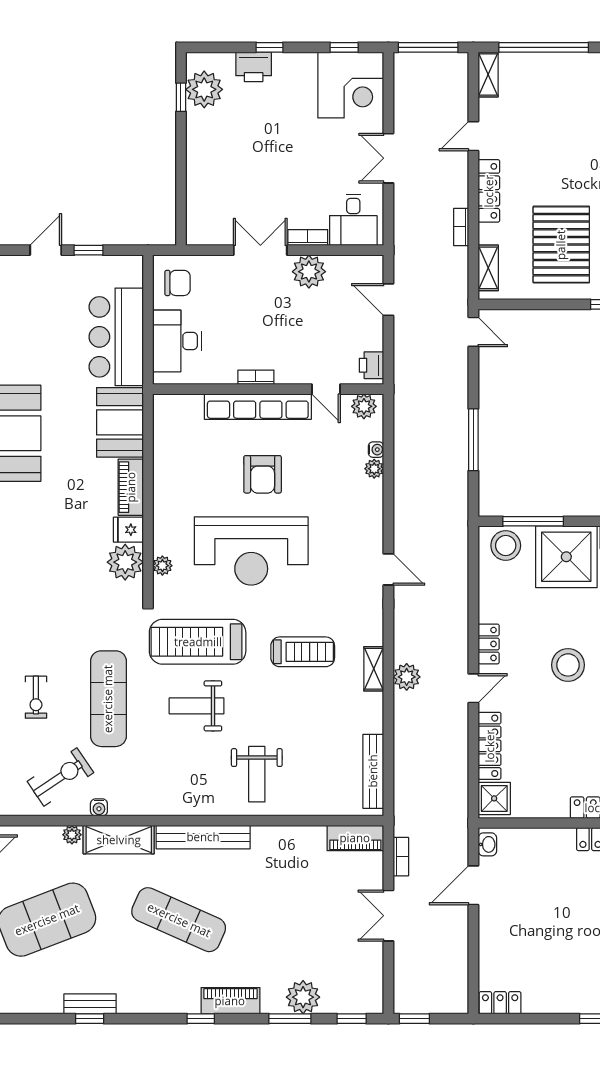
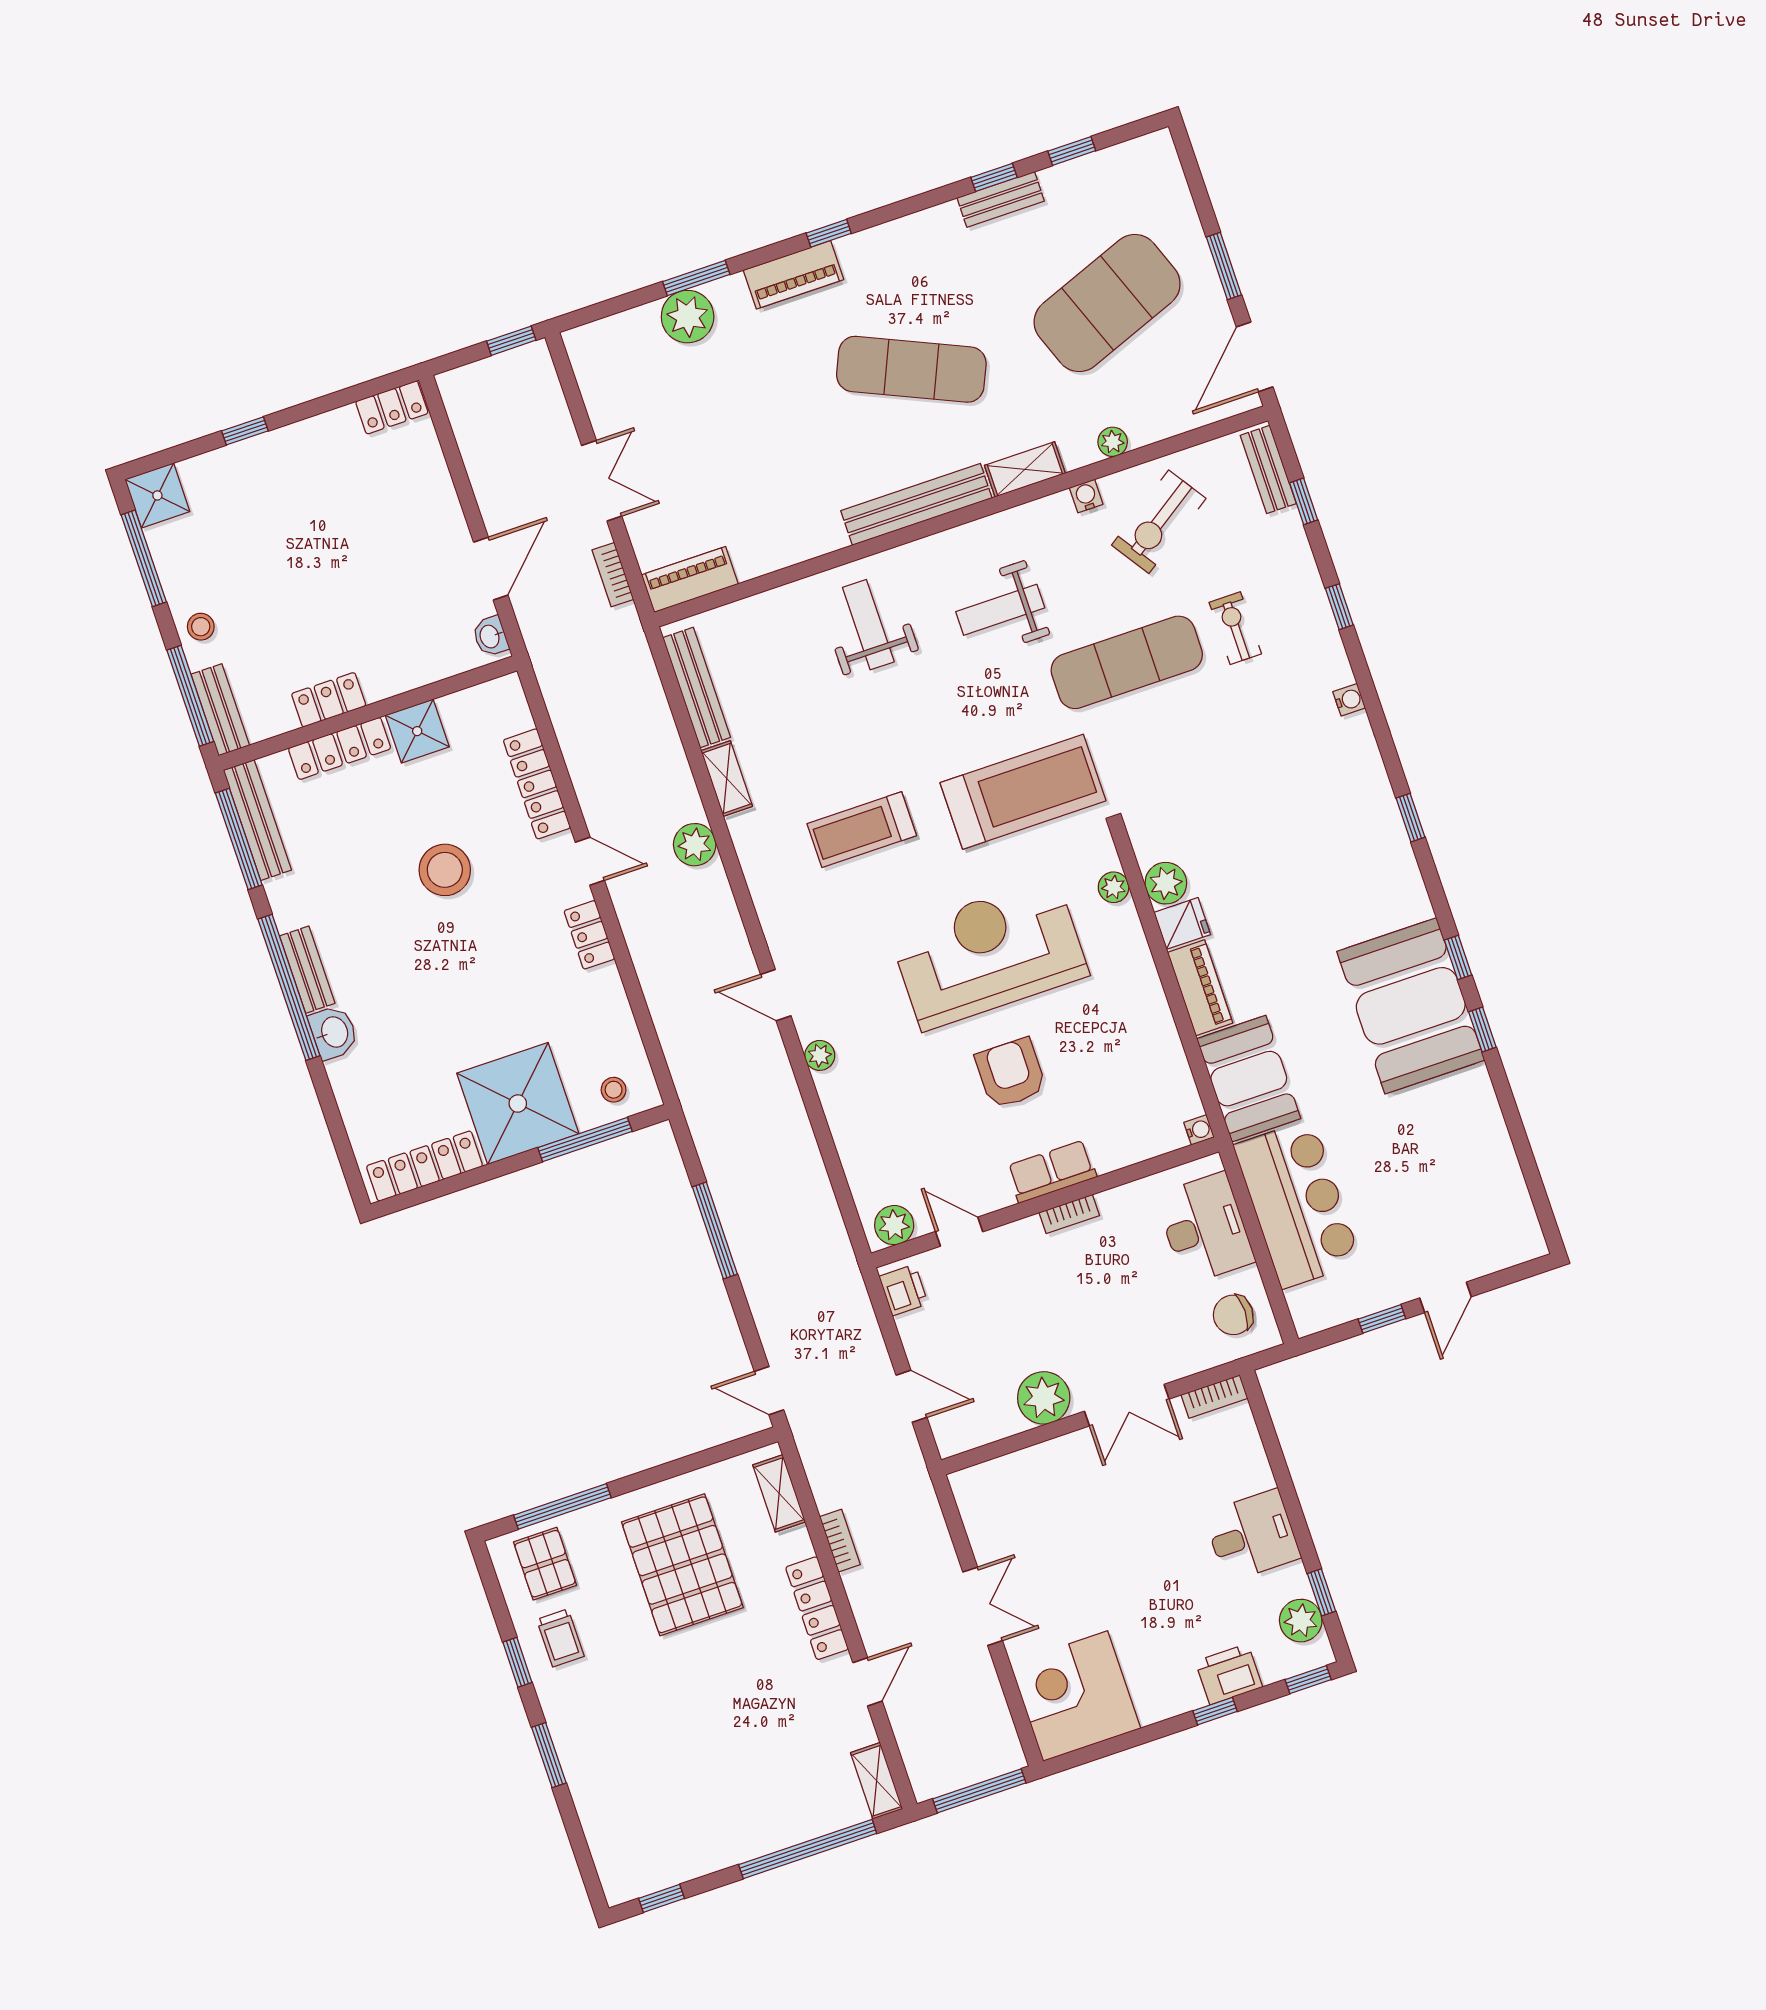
window: (344, 47) -> (1308, 1680), moved
plant: (204, 89) -> (1301, 1621), width x0.73, depth x0.73
desk: (353, 220) -> (1252, 1535), moved, turned 90
bookcase: (308, 237) -> (1214, 1396), moved
row of seats: (258, 407) -> (1052, 1171), width x0.50
water cooler: (376, 450) -> (1199, 1130), moved, turned 180
plant: (374, 469) -> (820, 1055), moved
stool: (506, 546) -> (614, 1090), width x0.53, depth x0.53
plant: (125, 562) -> (1166, 883), width x0.73, depth x0.73
stool: (568, 665) -> (445, 870), moved
shelving: (374, 669) -> (727, 779), moved
door: (473, 688) -> (590, 861), swing flipped
exercise mat: (108, 699) -> (1127, 662), turned 90
weight bench: (197, 706) -> (1000, 610), moved, turned 180
shower: (494, 798) -> (417, 731), moved
shelving: (119, 840) -> (1025, 469), width x0.67, depth x0.75
window: (352, 1019) -> (1072, 151), moved

